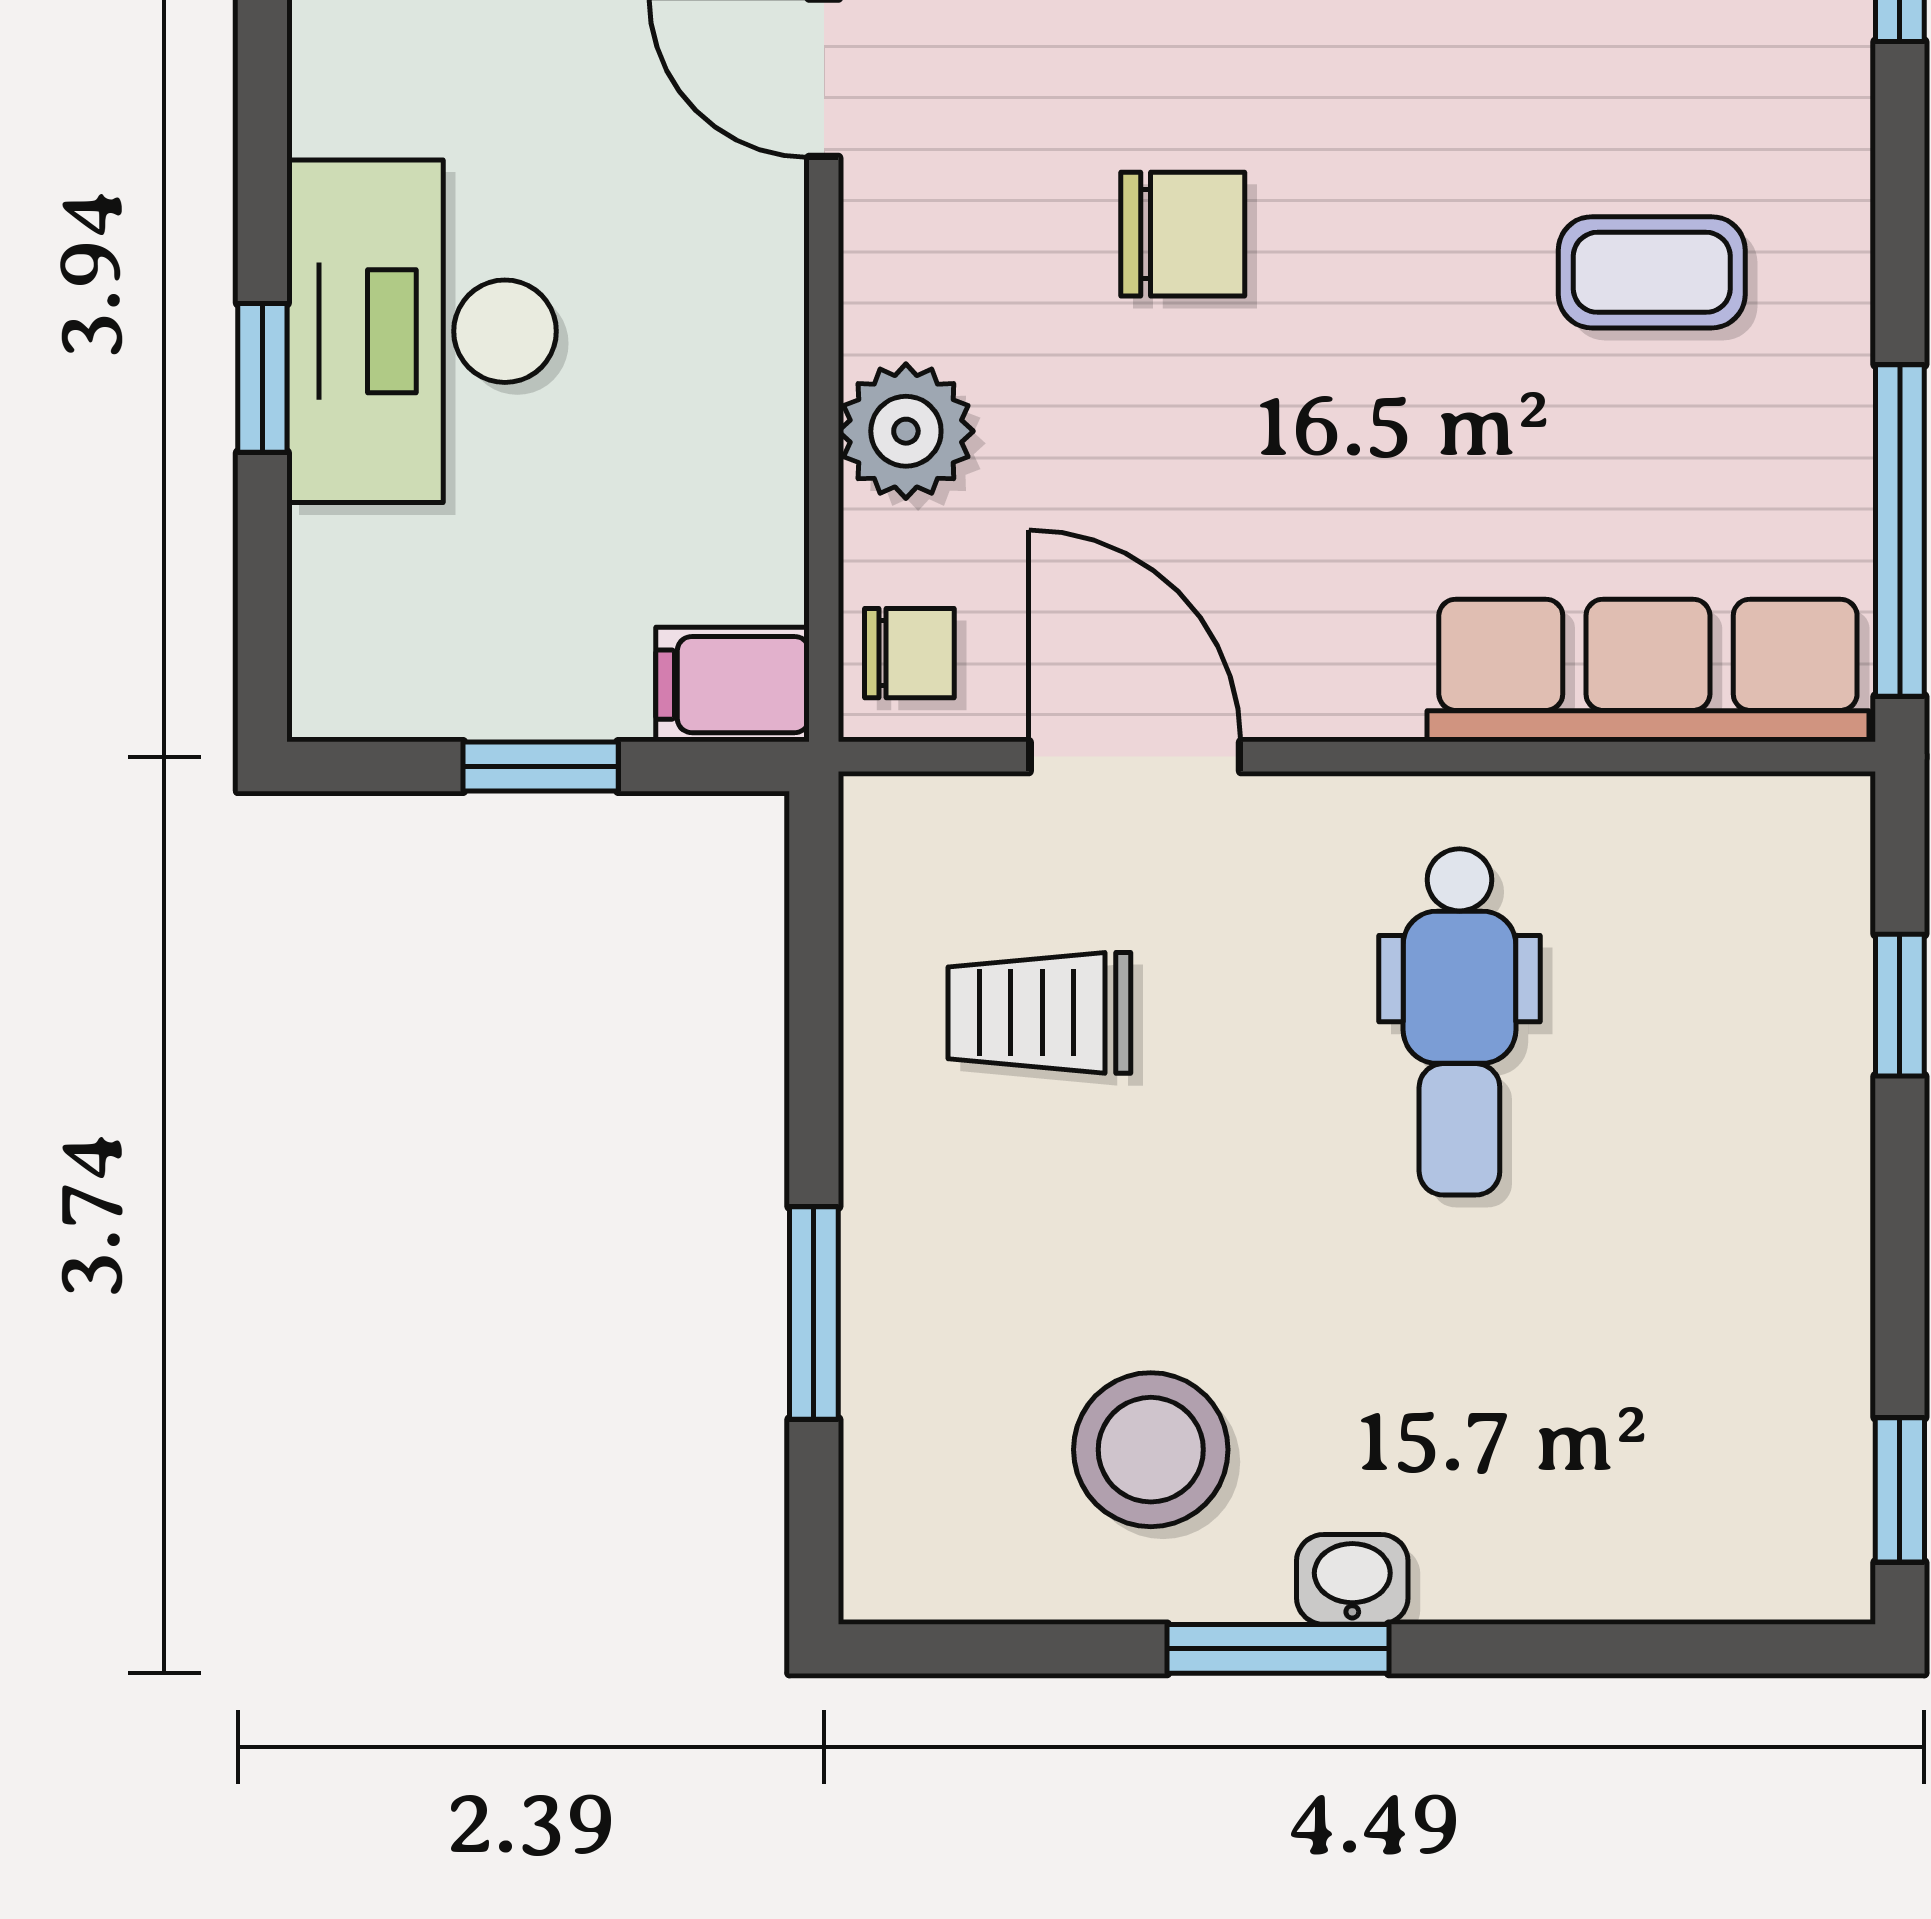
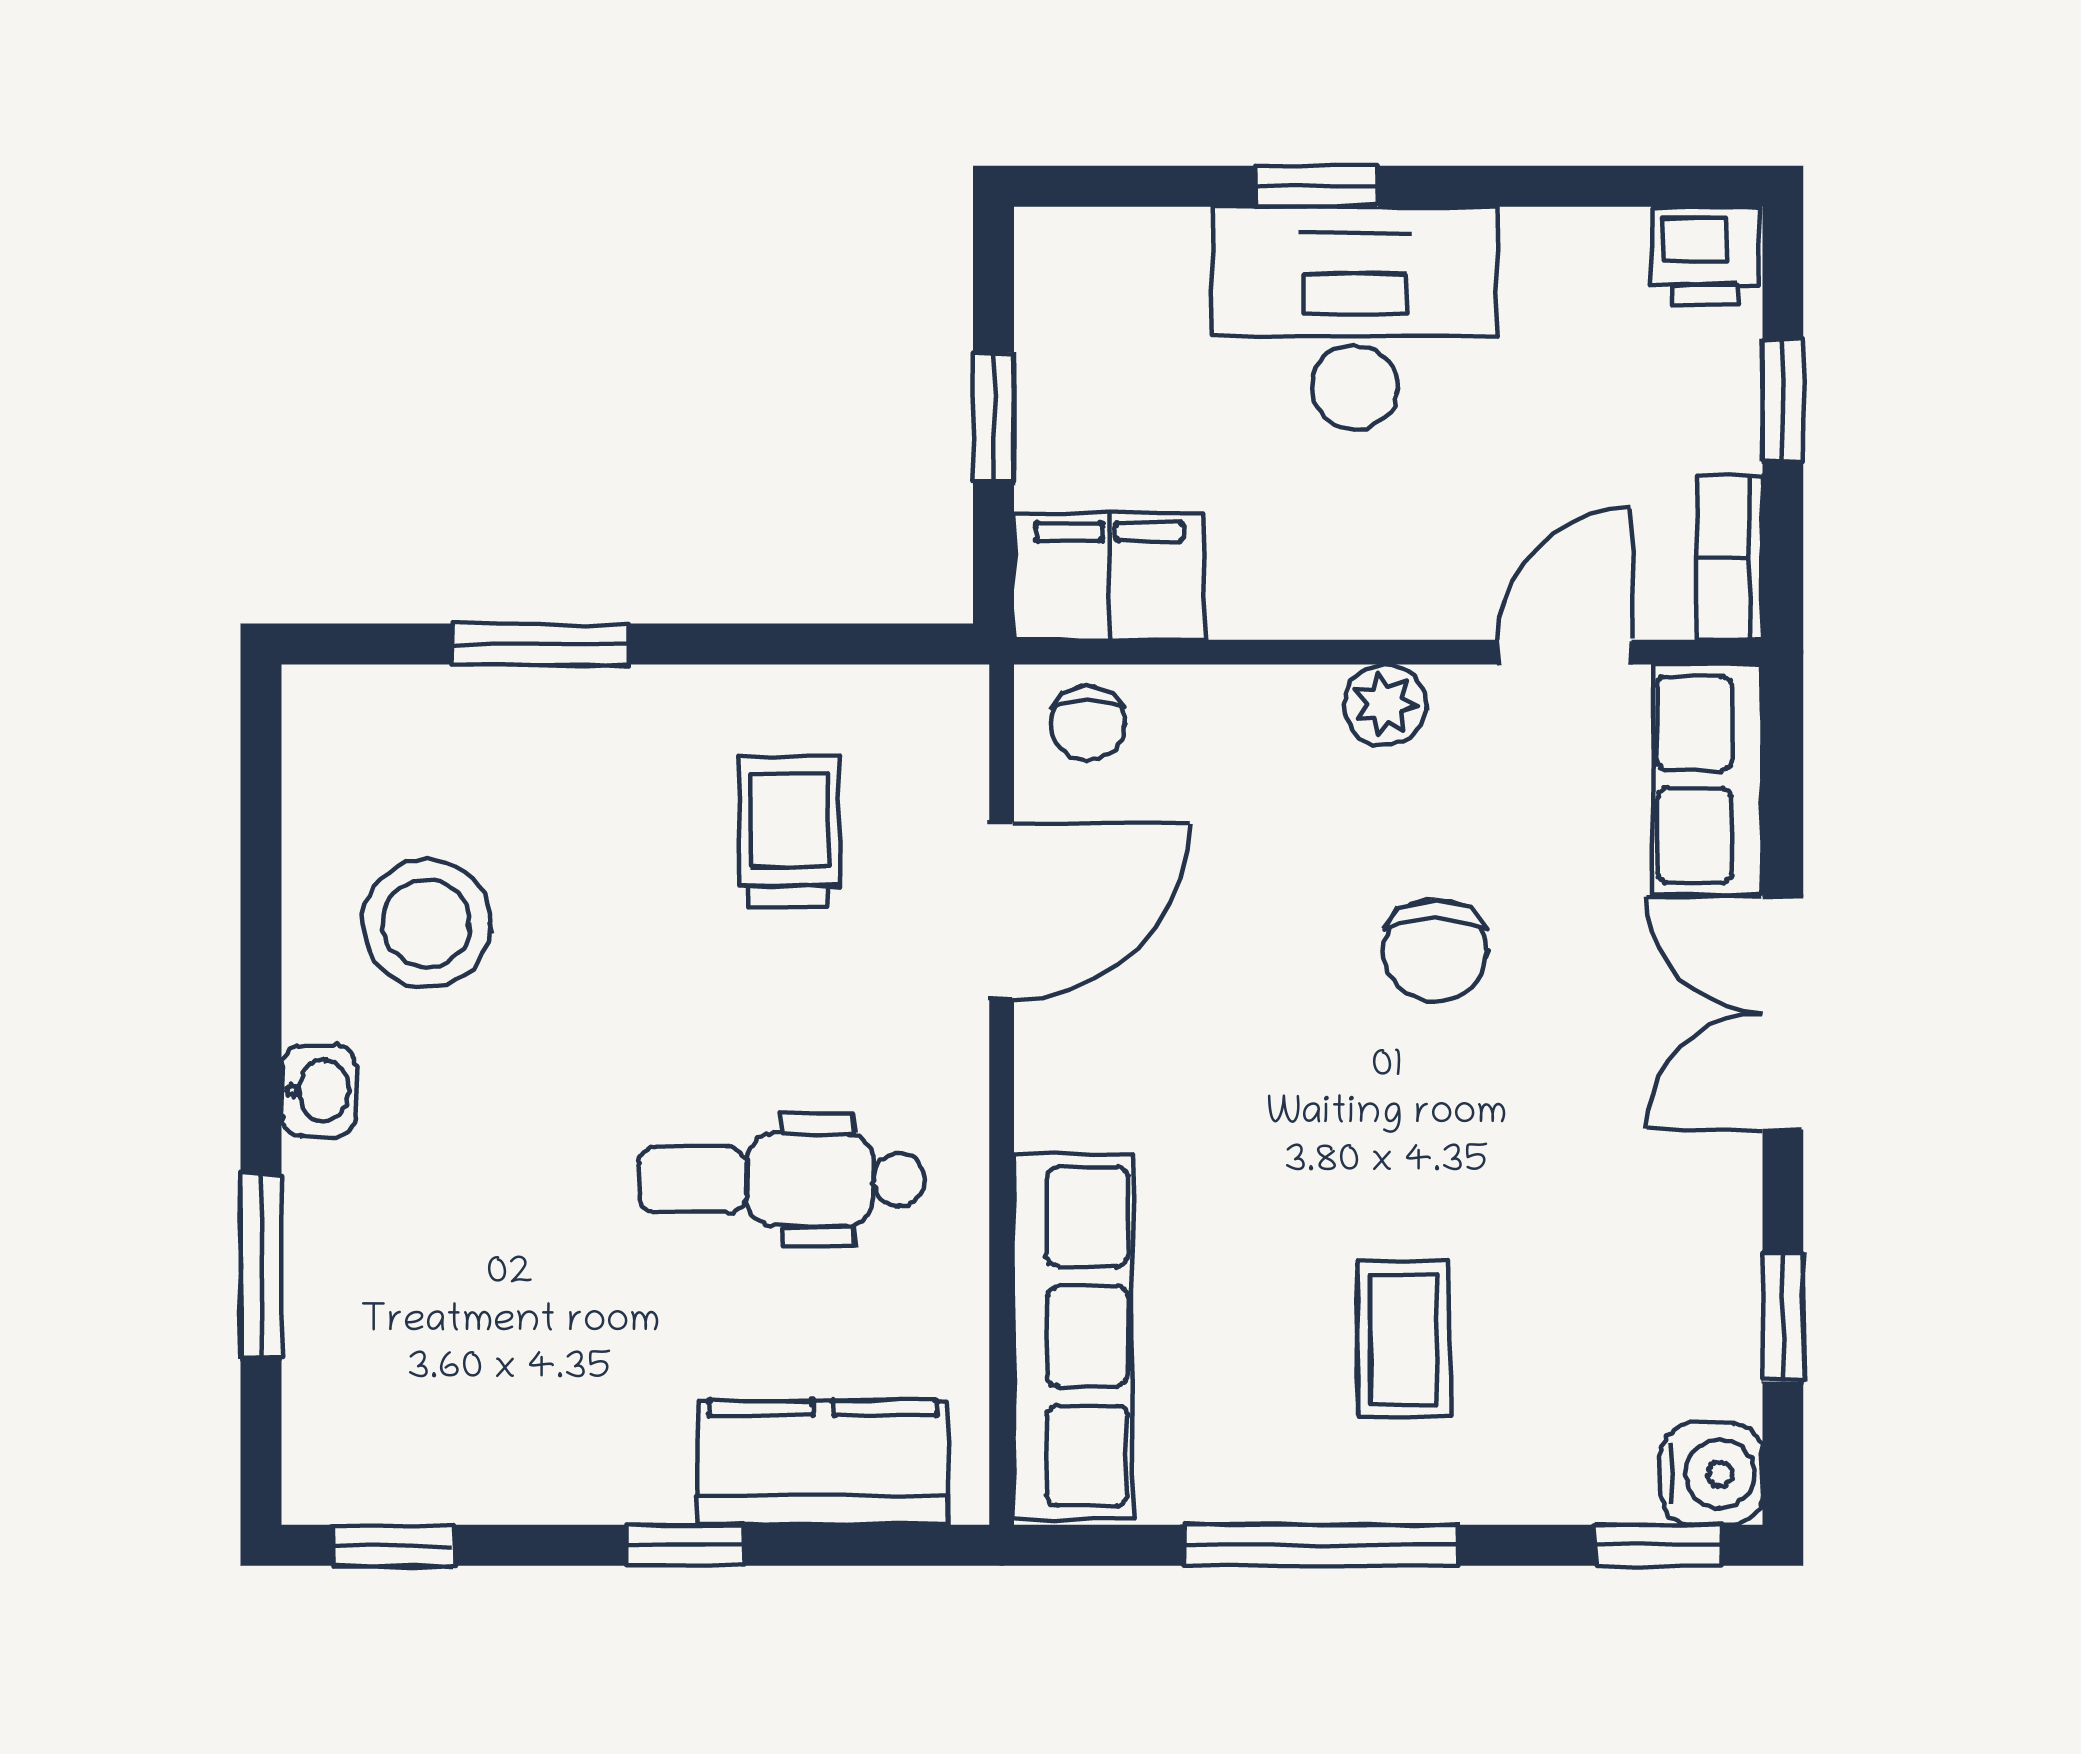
plant: (906, 431) -> (1385, 705), moved, width x0.73, depth x0.73
window: (1900, 531) -> (1321, 1545), moved
filing cabinet: (732, 685) -> (1109, 576), width x2.00
kitchen counter: (1800, 972) -> (823, 1463), added
window: (1900, 1005) -> (685, 1545), moved
window: (1278, 1649) -> (261, 1266), moved

